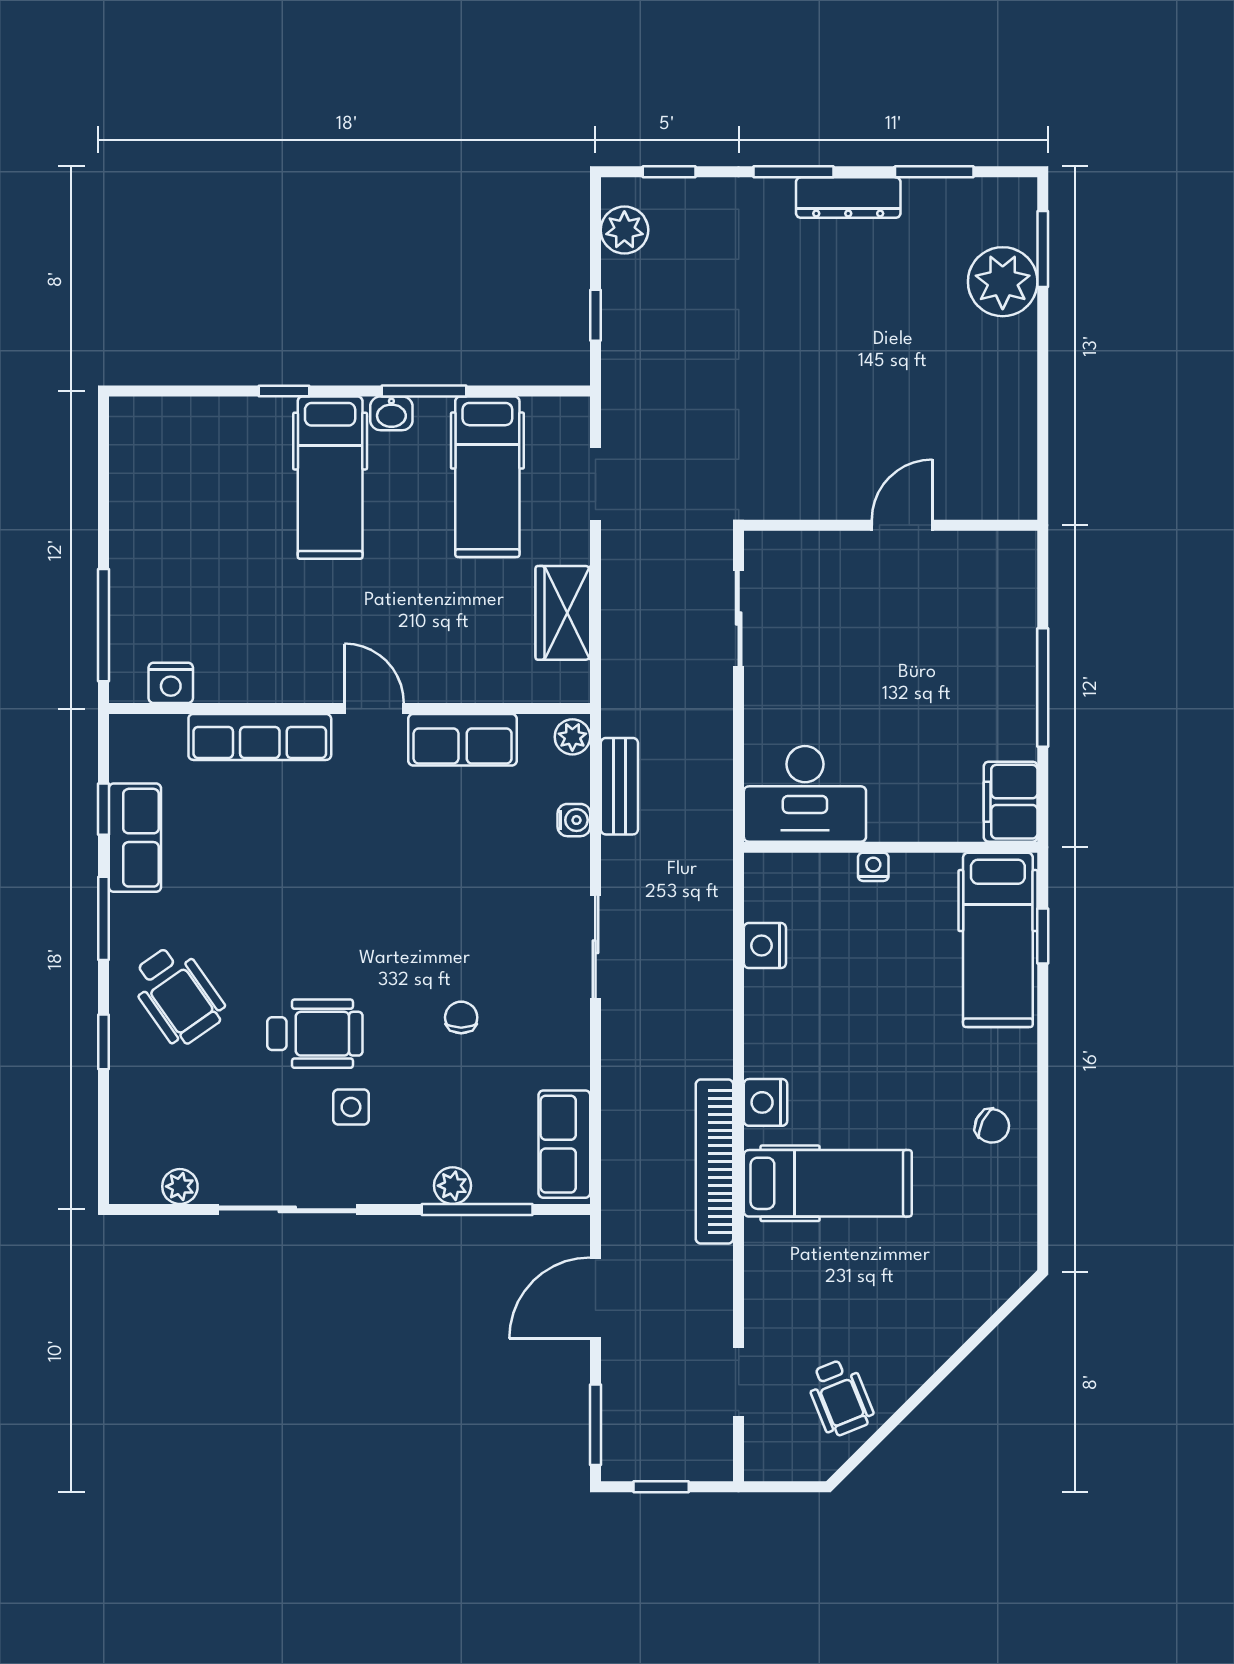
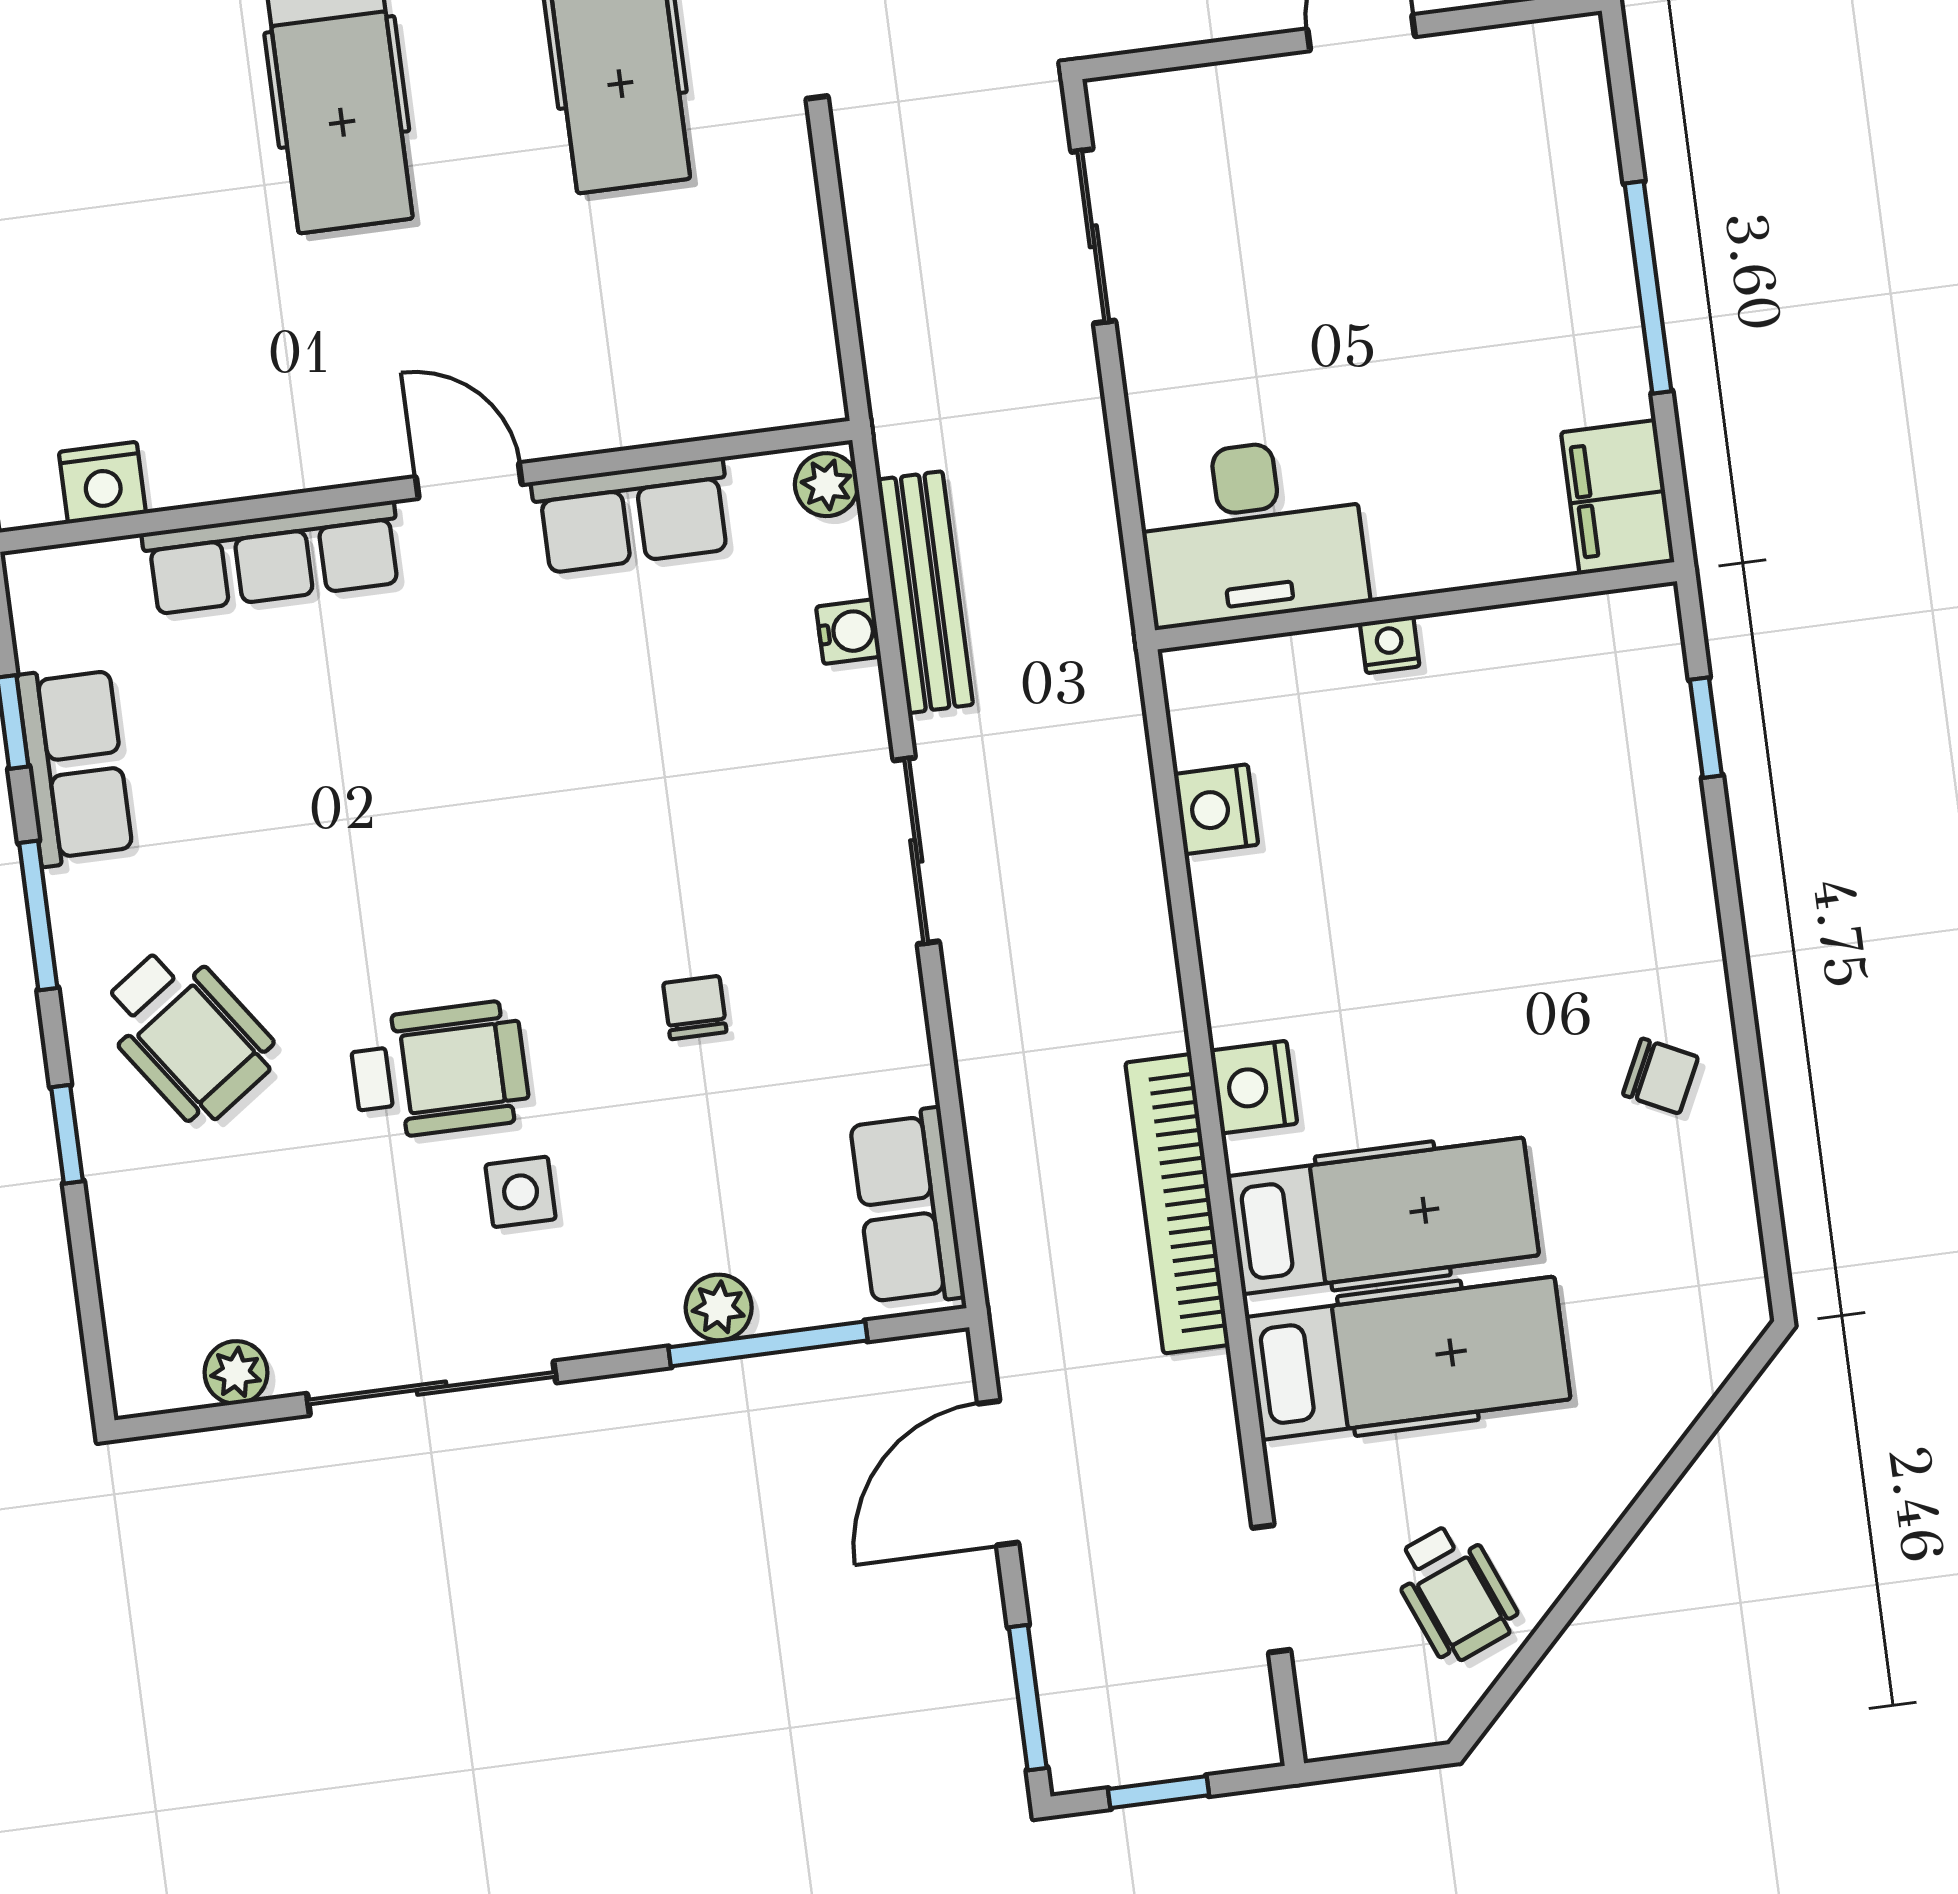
wardrobe: (563, 613) -> (781, 267), removed
bench: (619, 786) -> (925, 592), width x1.36
hospital bed: (998, 940) -> (1408, 1358), moved, turned -90

